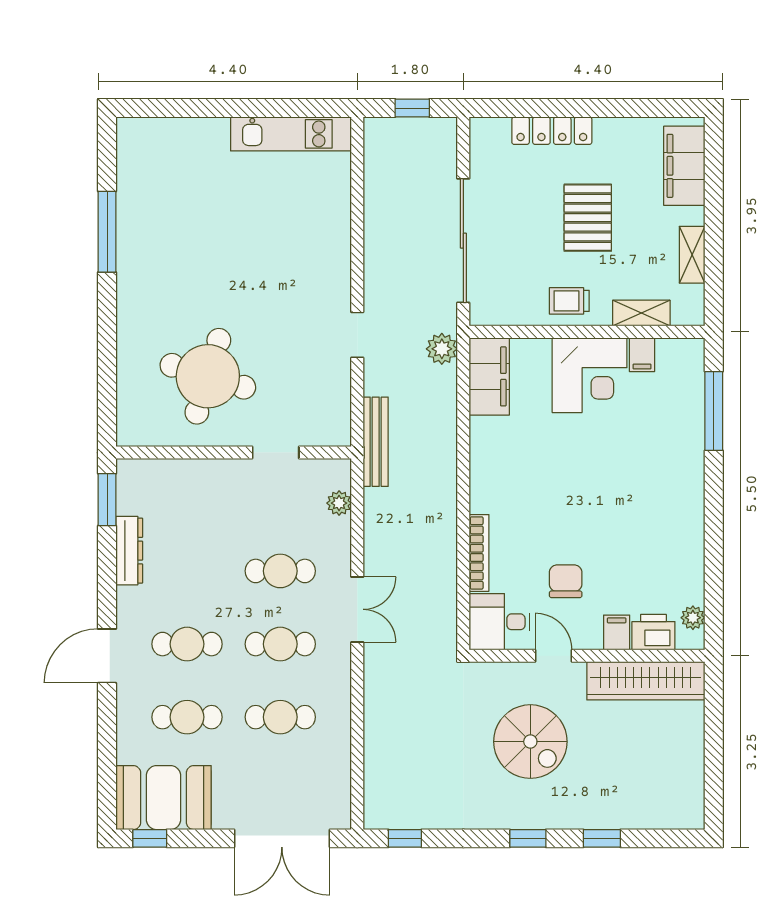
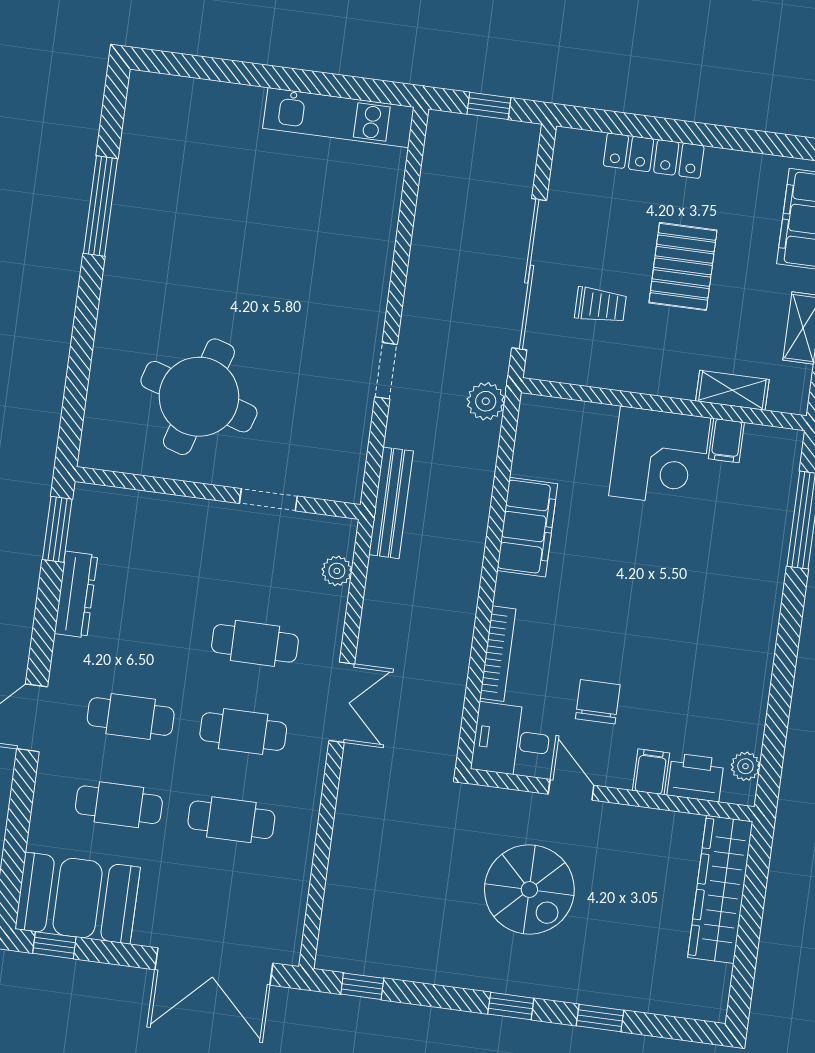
trolley: (569, 301) -> (601, 305), moved, turned 180
filing cabinet: (489, 376) -> (527, 527), moved
wardrobe: (646, 681) -> (720, 889), moved, turned 90

